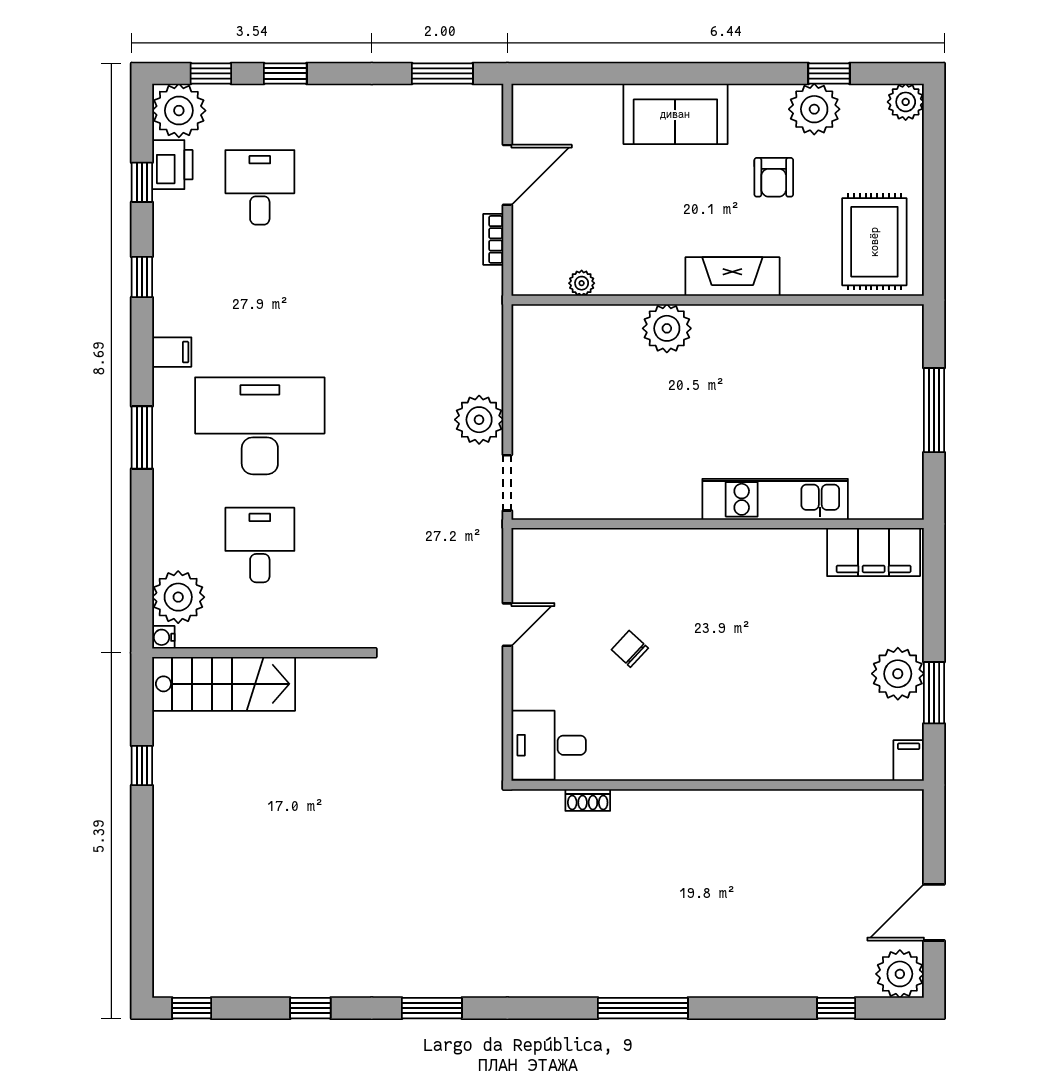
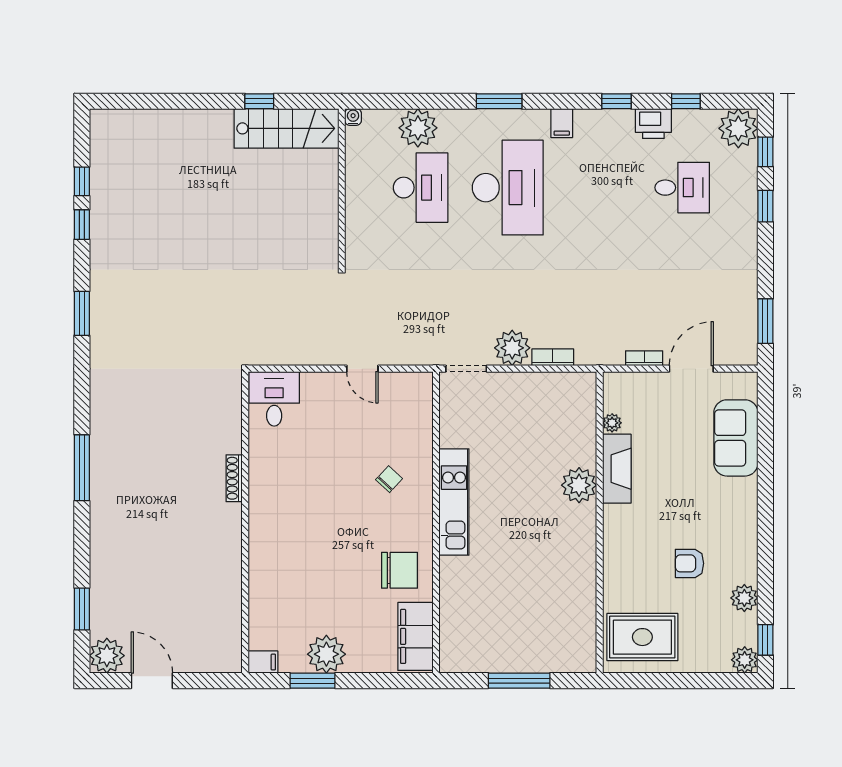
window: (829, 73) -> (765, 640), moved
plant: (814, 109) -> (744, 598), width x0.73, depth x0.73
sofa: (675, 114) -> (736, 438), moved
printer: (172, 165) -> (653, 124), moved
door: (507, 175) -> (691, 369), swing flipped
fireplace: (732, 277) -> (617, 469), moved
bookcase: (492, 364) -> (553, 357), added
kitchen unit: (775, 499) -> (454, 502), moved
desk: (260, 545) -> (421, 188), width x1.37
chair: (783, 574) -> (400, 570), added
plant: (178, 597) -> (418, 128), moved
chair: (630, 649) -> (389, 479), moved
stairs: (224, 684) -> (286, 128), moved, turned -90
shoe rack: (588, 800) -> (234, 478), moved, width x1.43
window: (192, 1008) -> (82, 181), moved
window: (836, 1008) -> (82, 609), width x1.50

